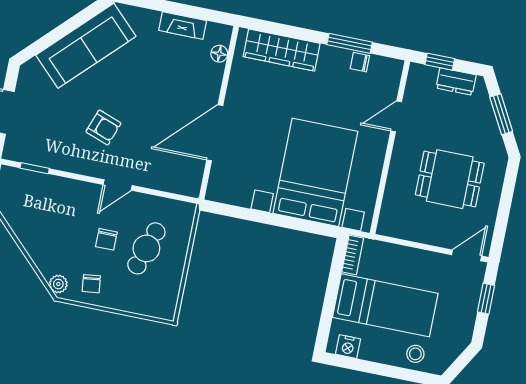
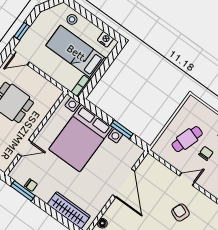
window: (350, 43) -> (23, 191), moved
door: (215, 133) -> (124, 183), hinge flipped
window: (257, 216) -> (122, 129), added

